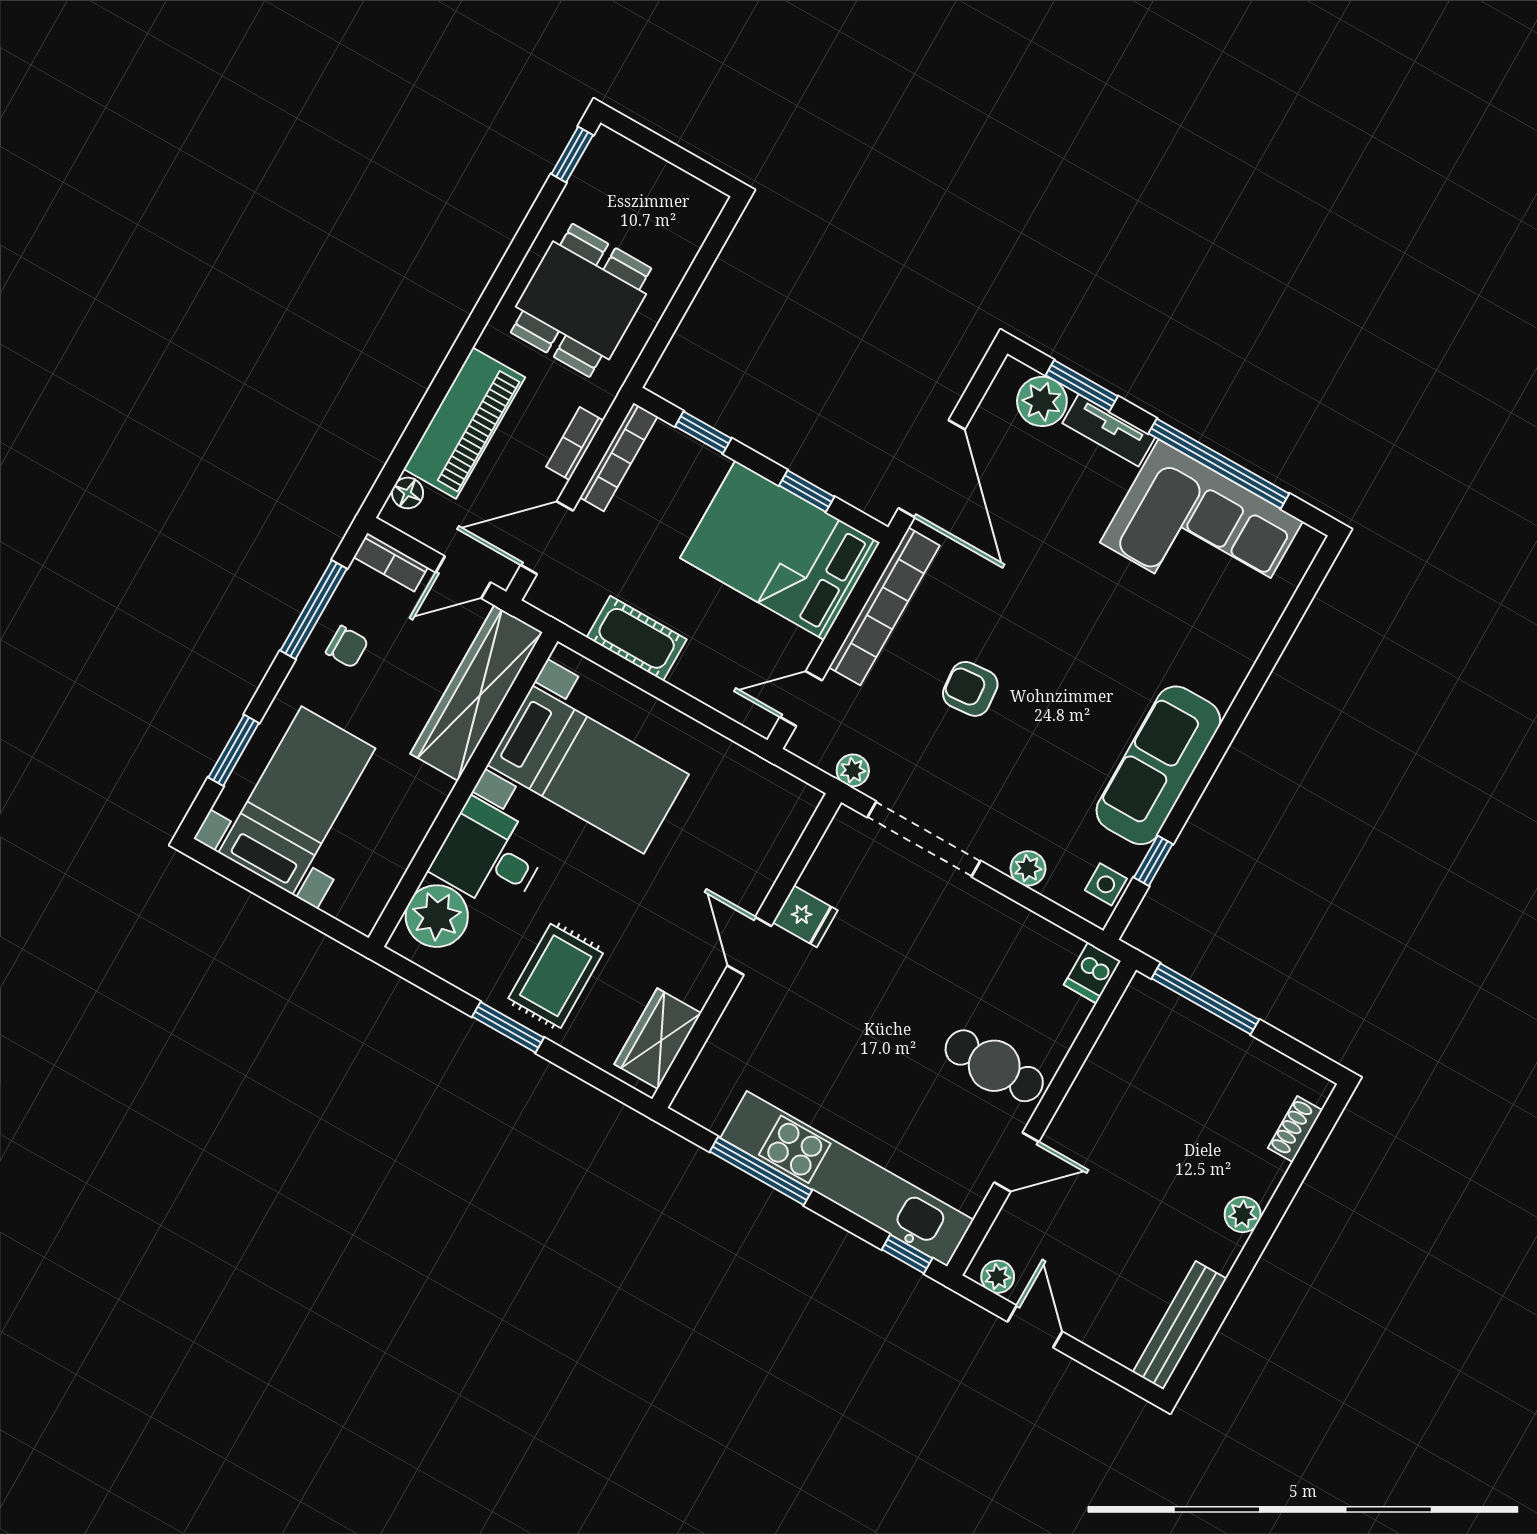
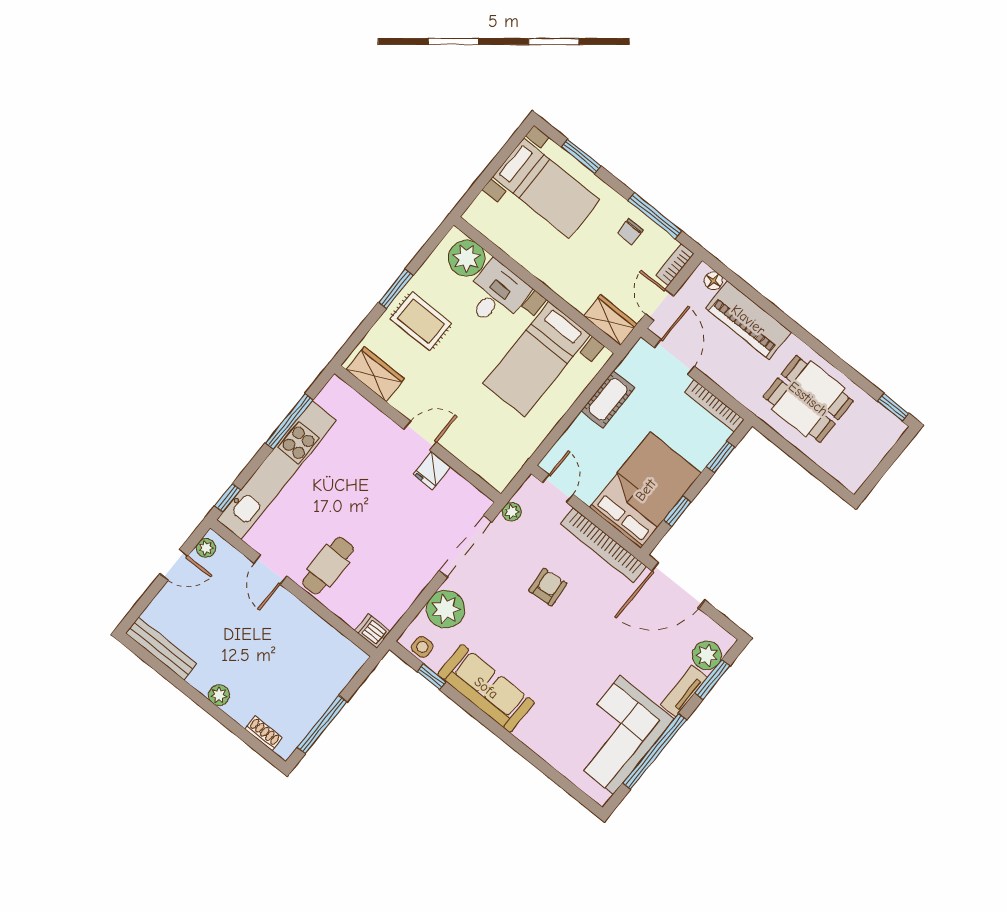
bookcase: (575, 444) -> (726, 382), removed
wardrobe: (476, 693) -> (610, 320), width x0.48, depth x0.85
plant: (1028, 868) -> (446, 609), width x1.87, depth x1.87
window: (1205, 999) -> (322, 725), moved

